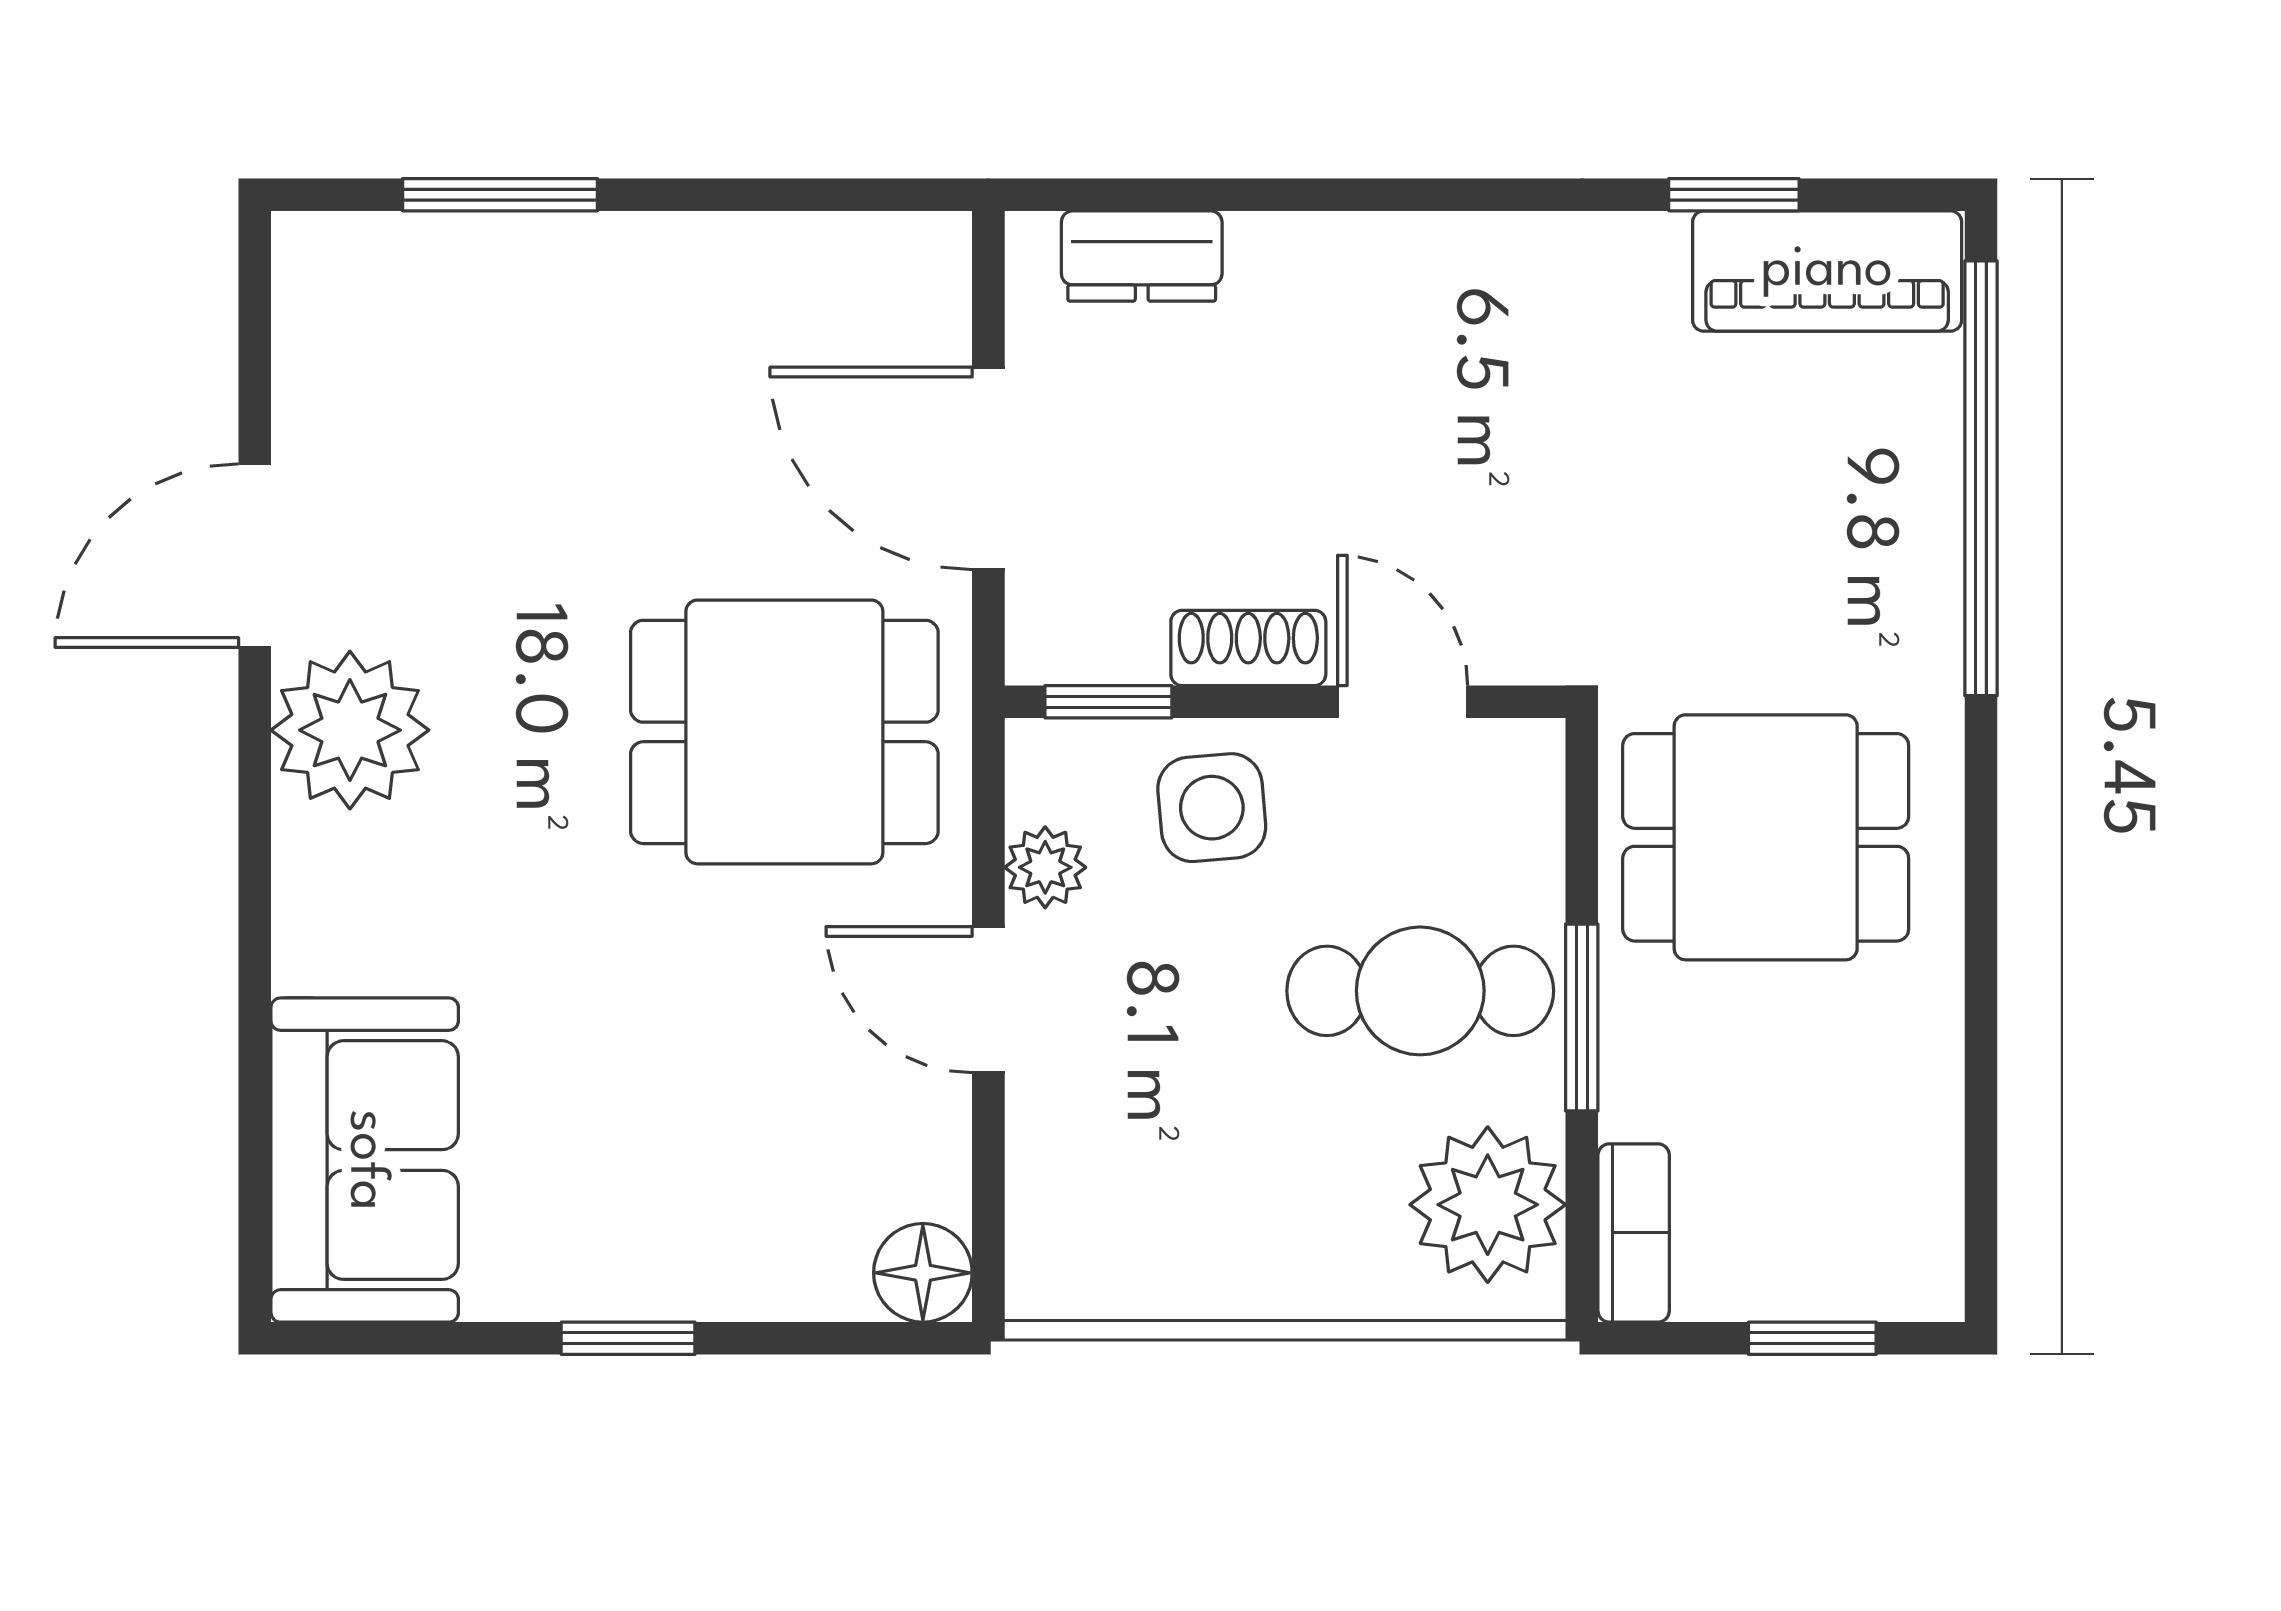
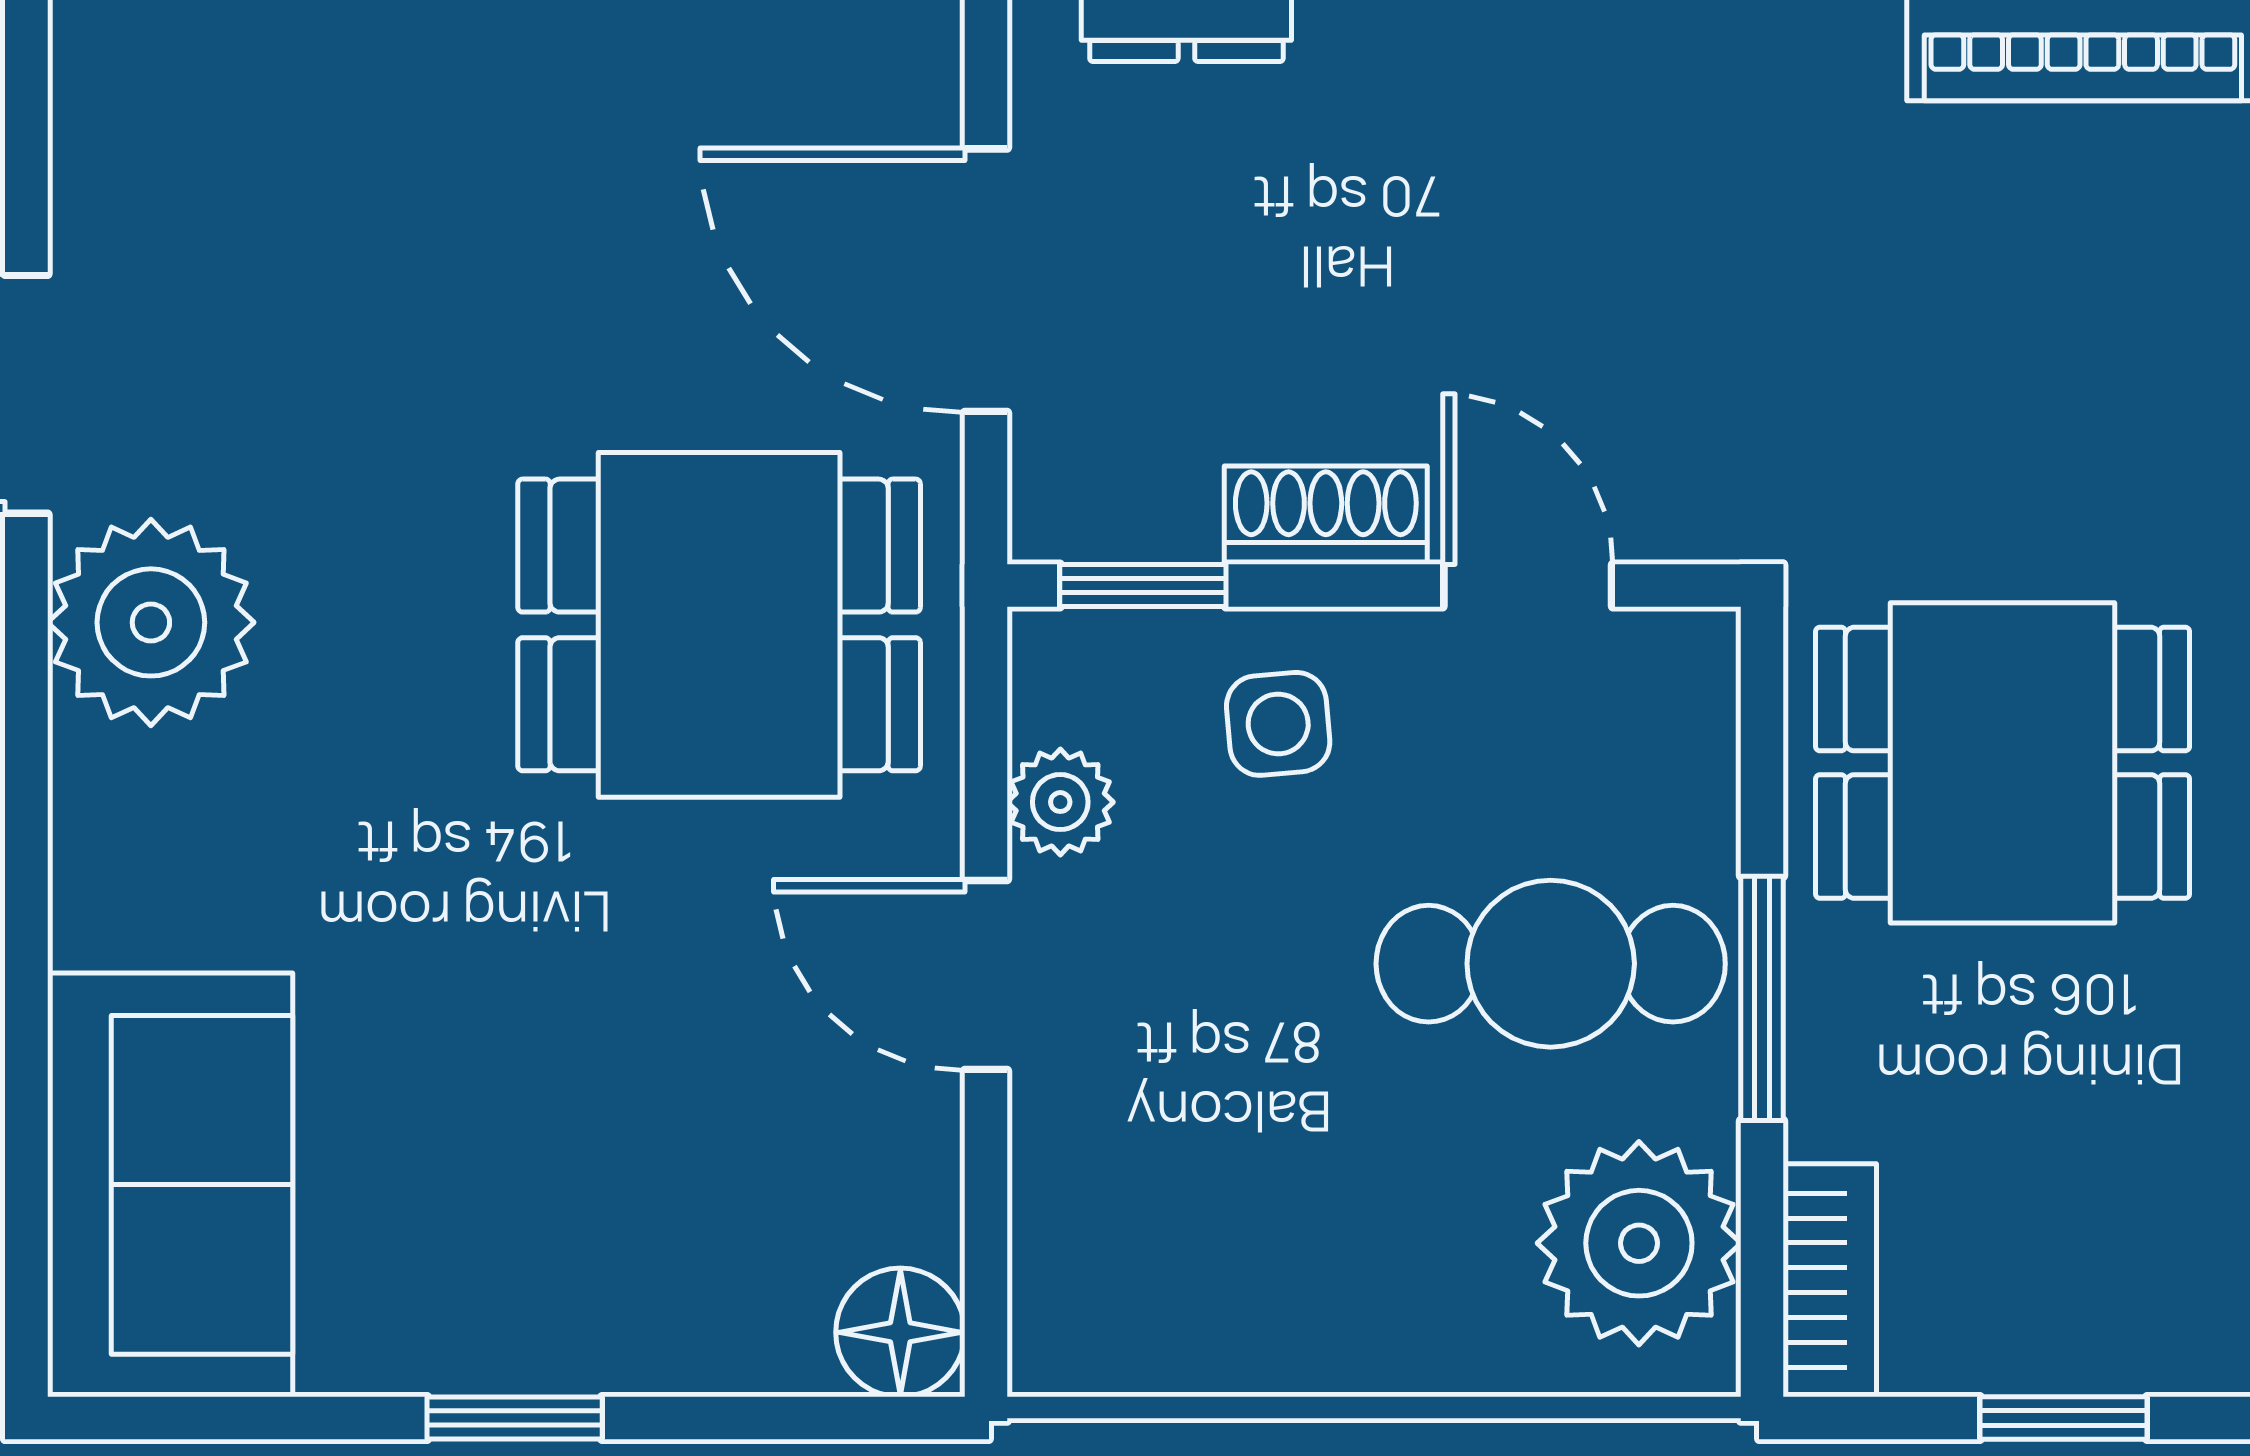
side table: (1212, 808) -> (1278, 724), width x0.73, depth x0.73

